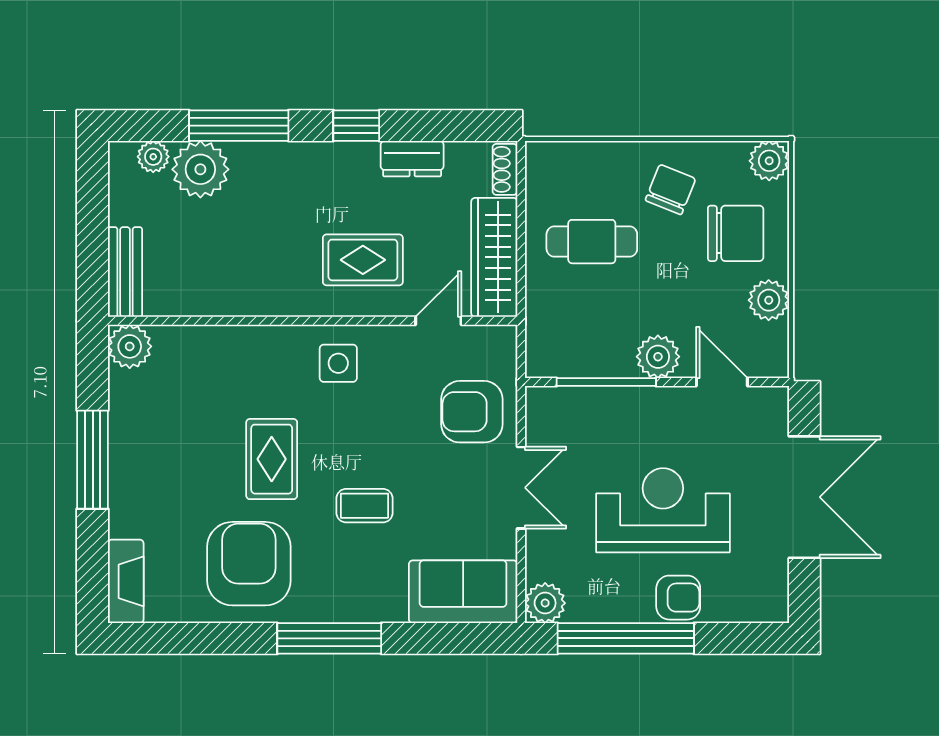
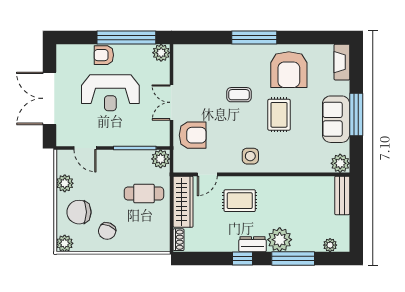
dresser: (412, 159) -> (252, 244), moved
plant: (200, 169) -> (280, 240), moved
cafe table: (592, 242) -> (144, 194), moved
plant: (658, 357) -> (161, 159), moved
sofa: (463, 592) -> (336, 119), moved, turned 90

